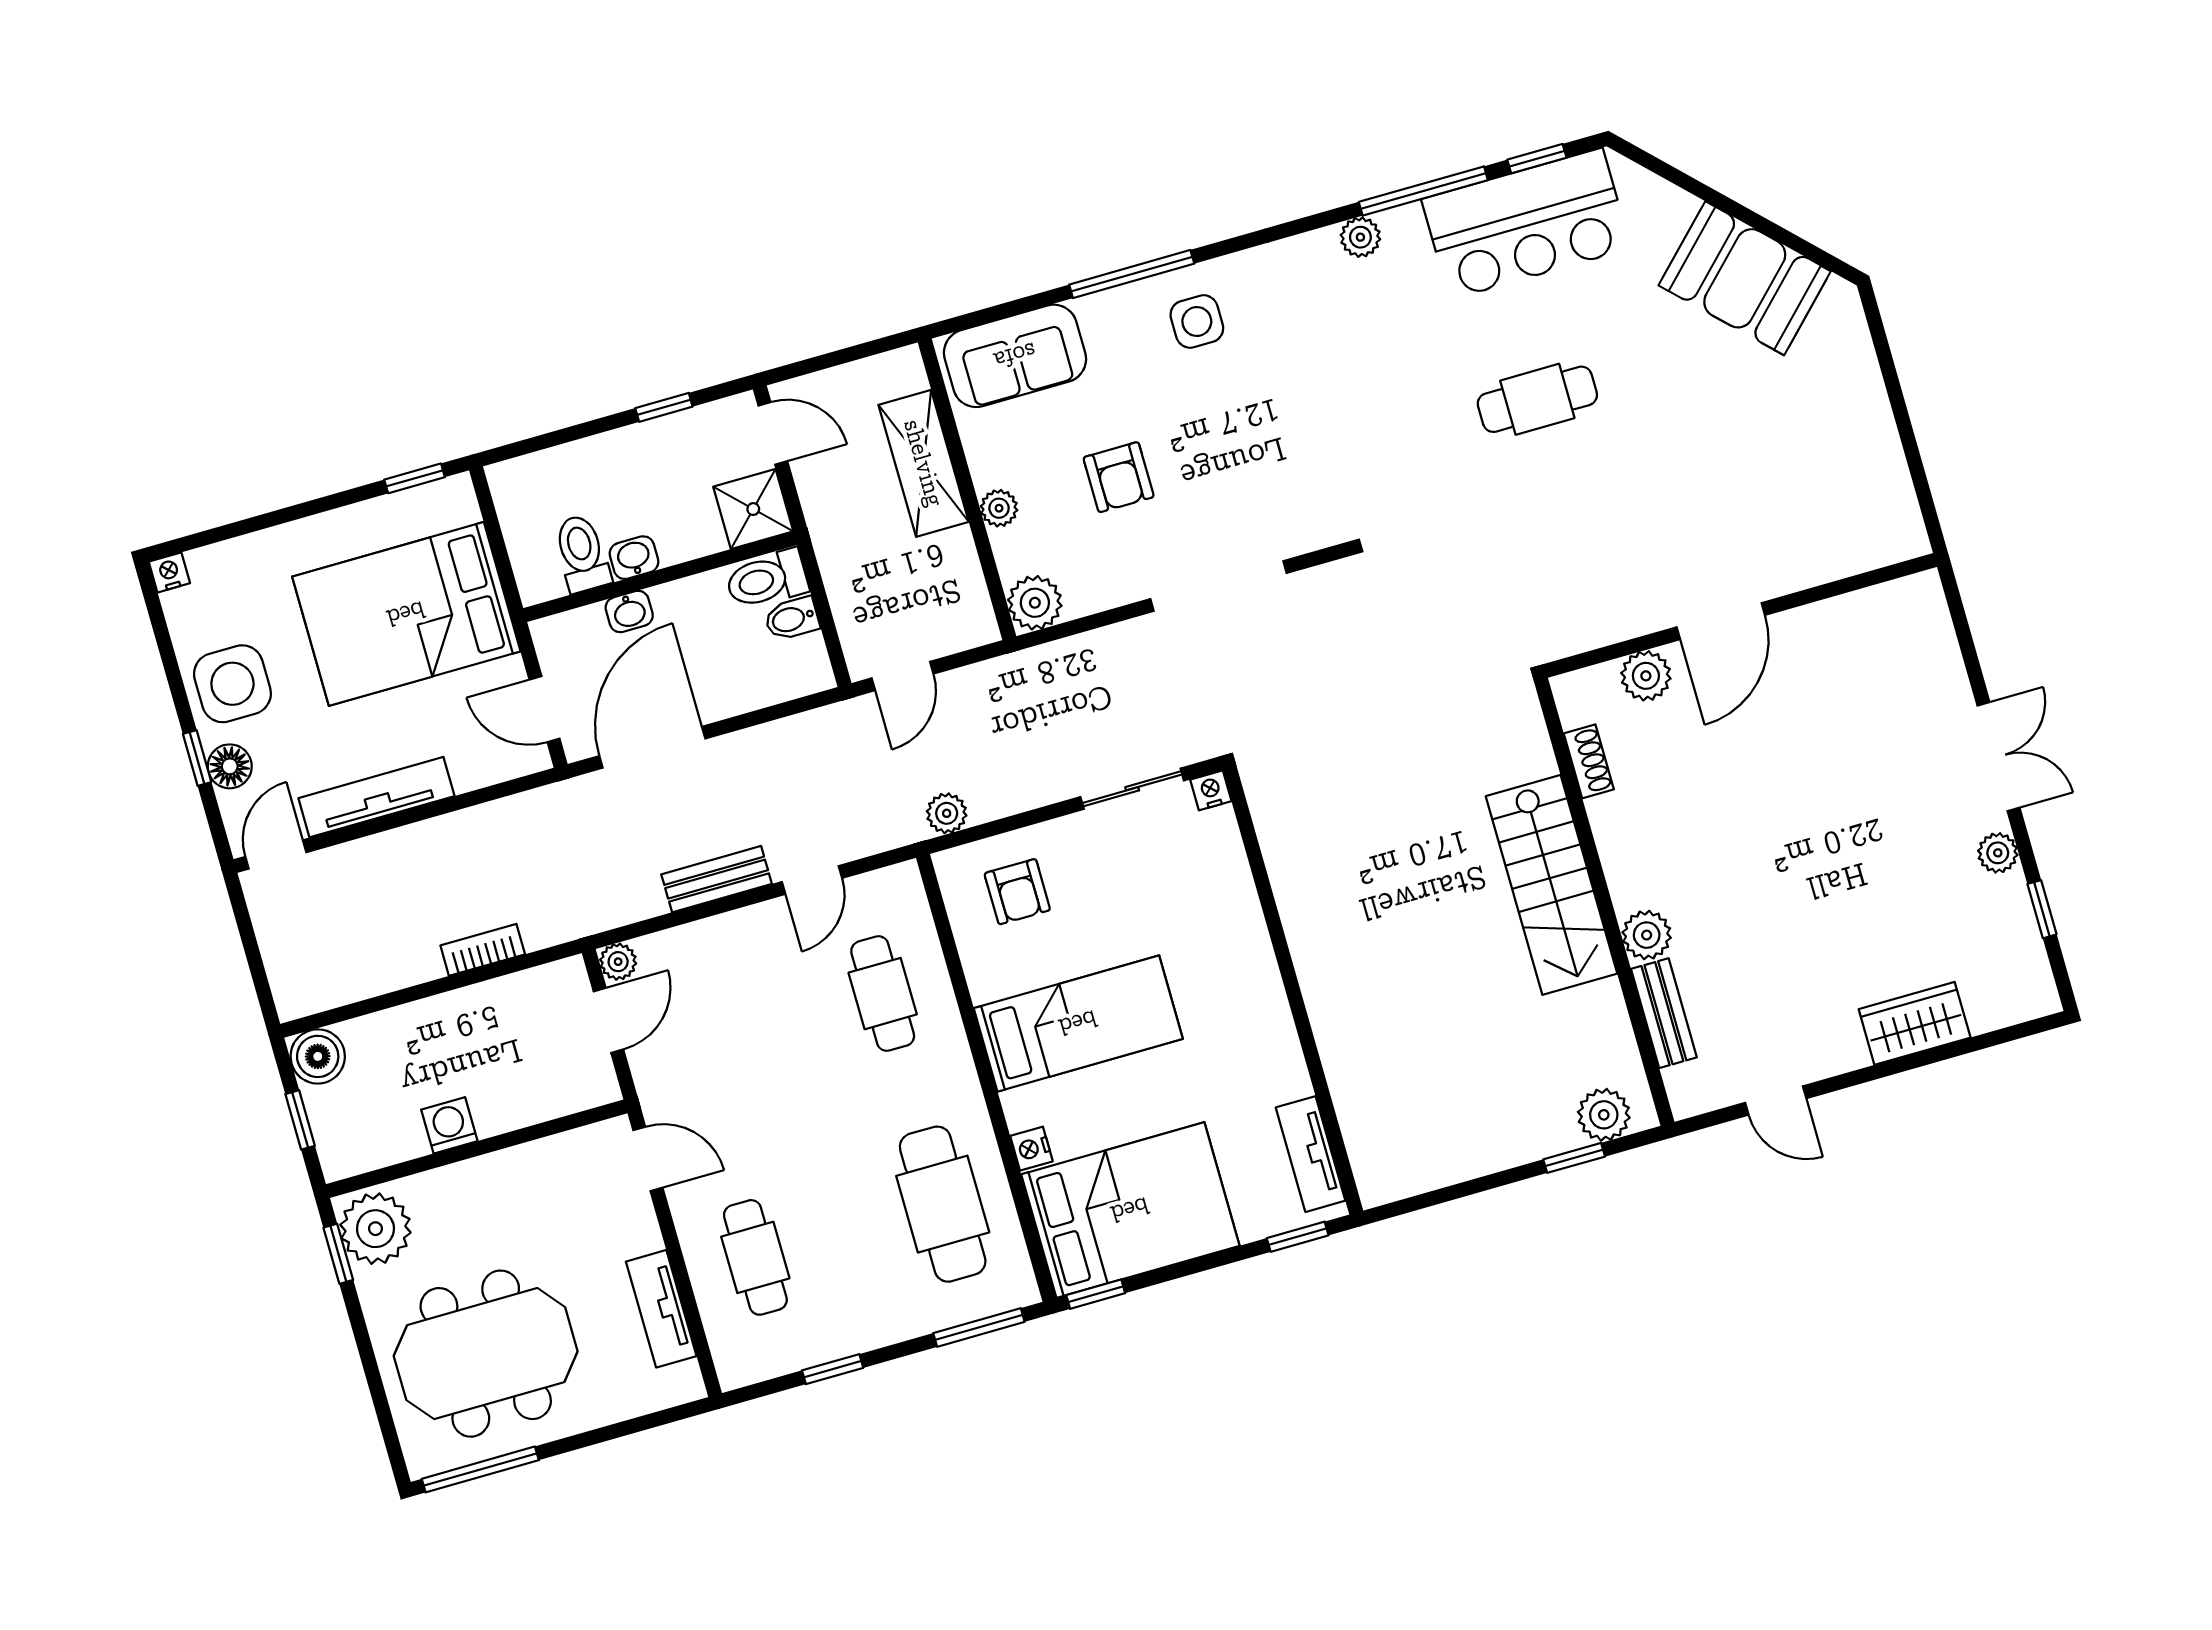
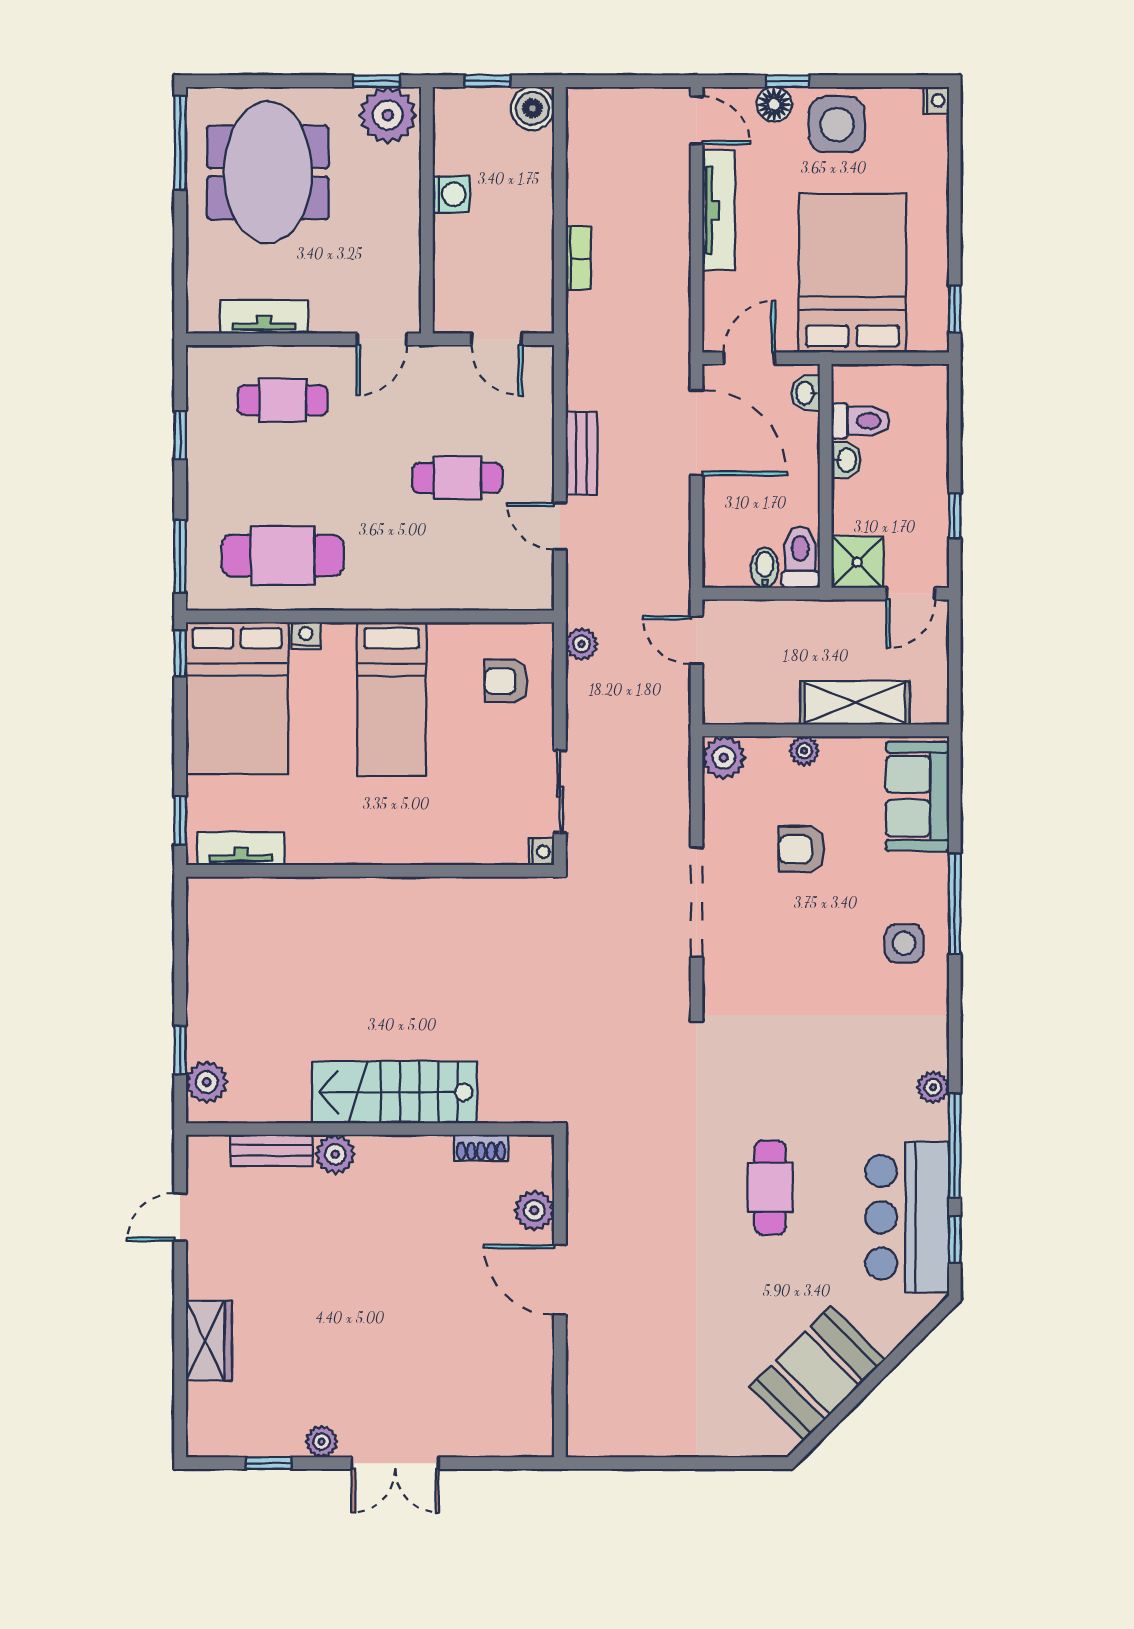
washbasin: (629, 612) -> (806, 393), moved
plant: (618, 962) -> (540, 360), removed
cafe table: (883, 994) -> (457, 478), moved

